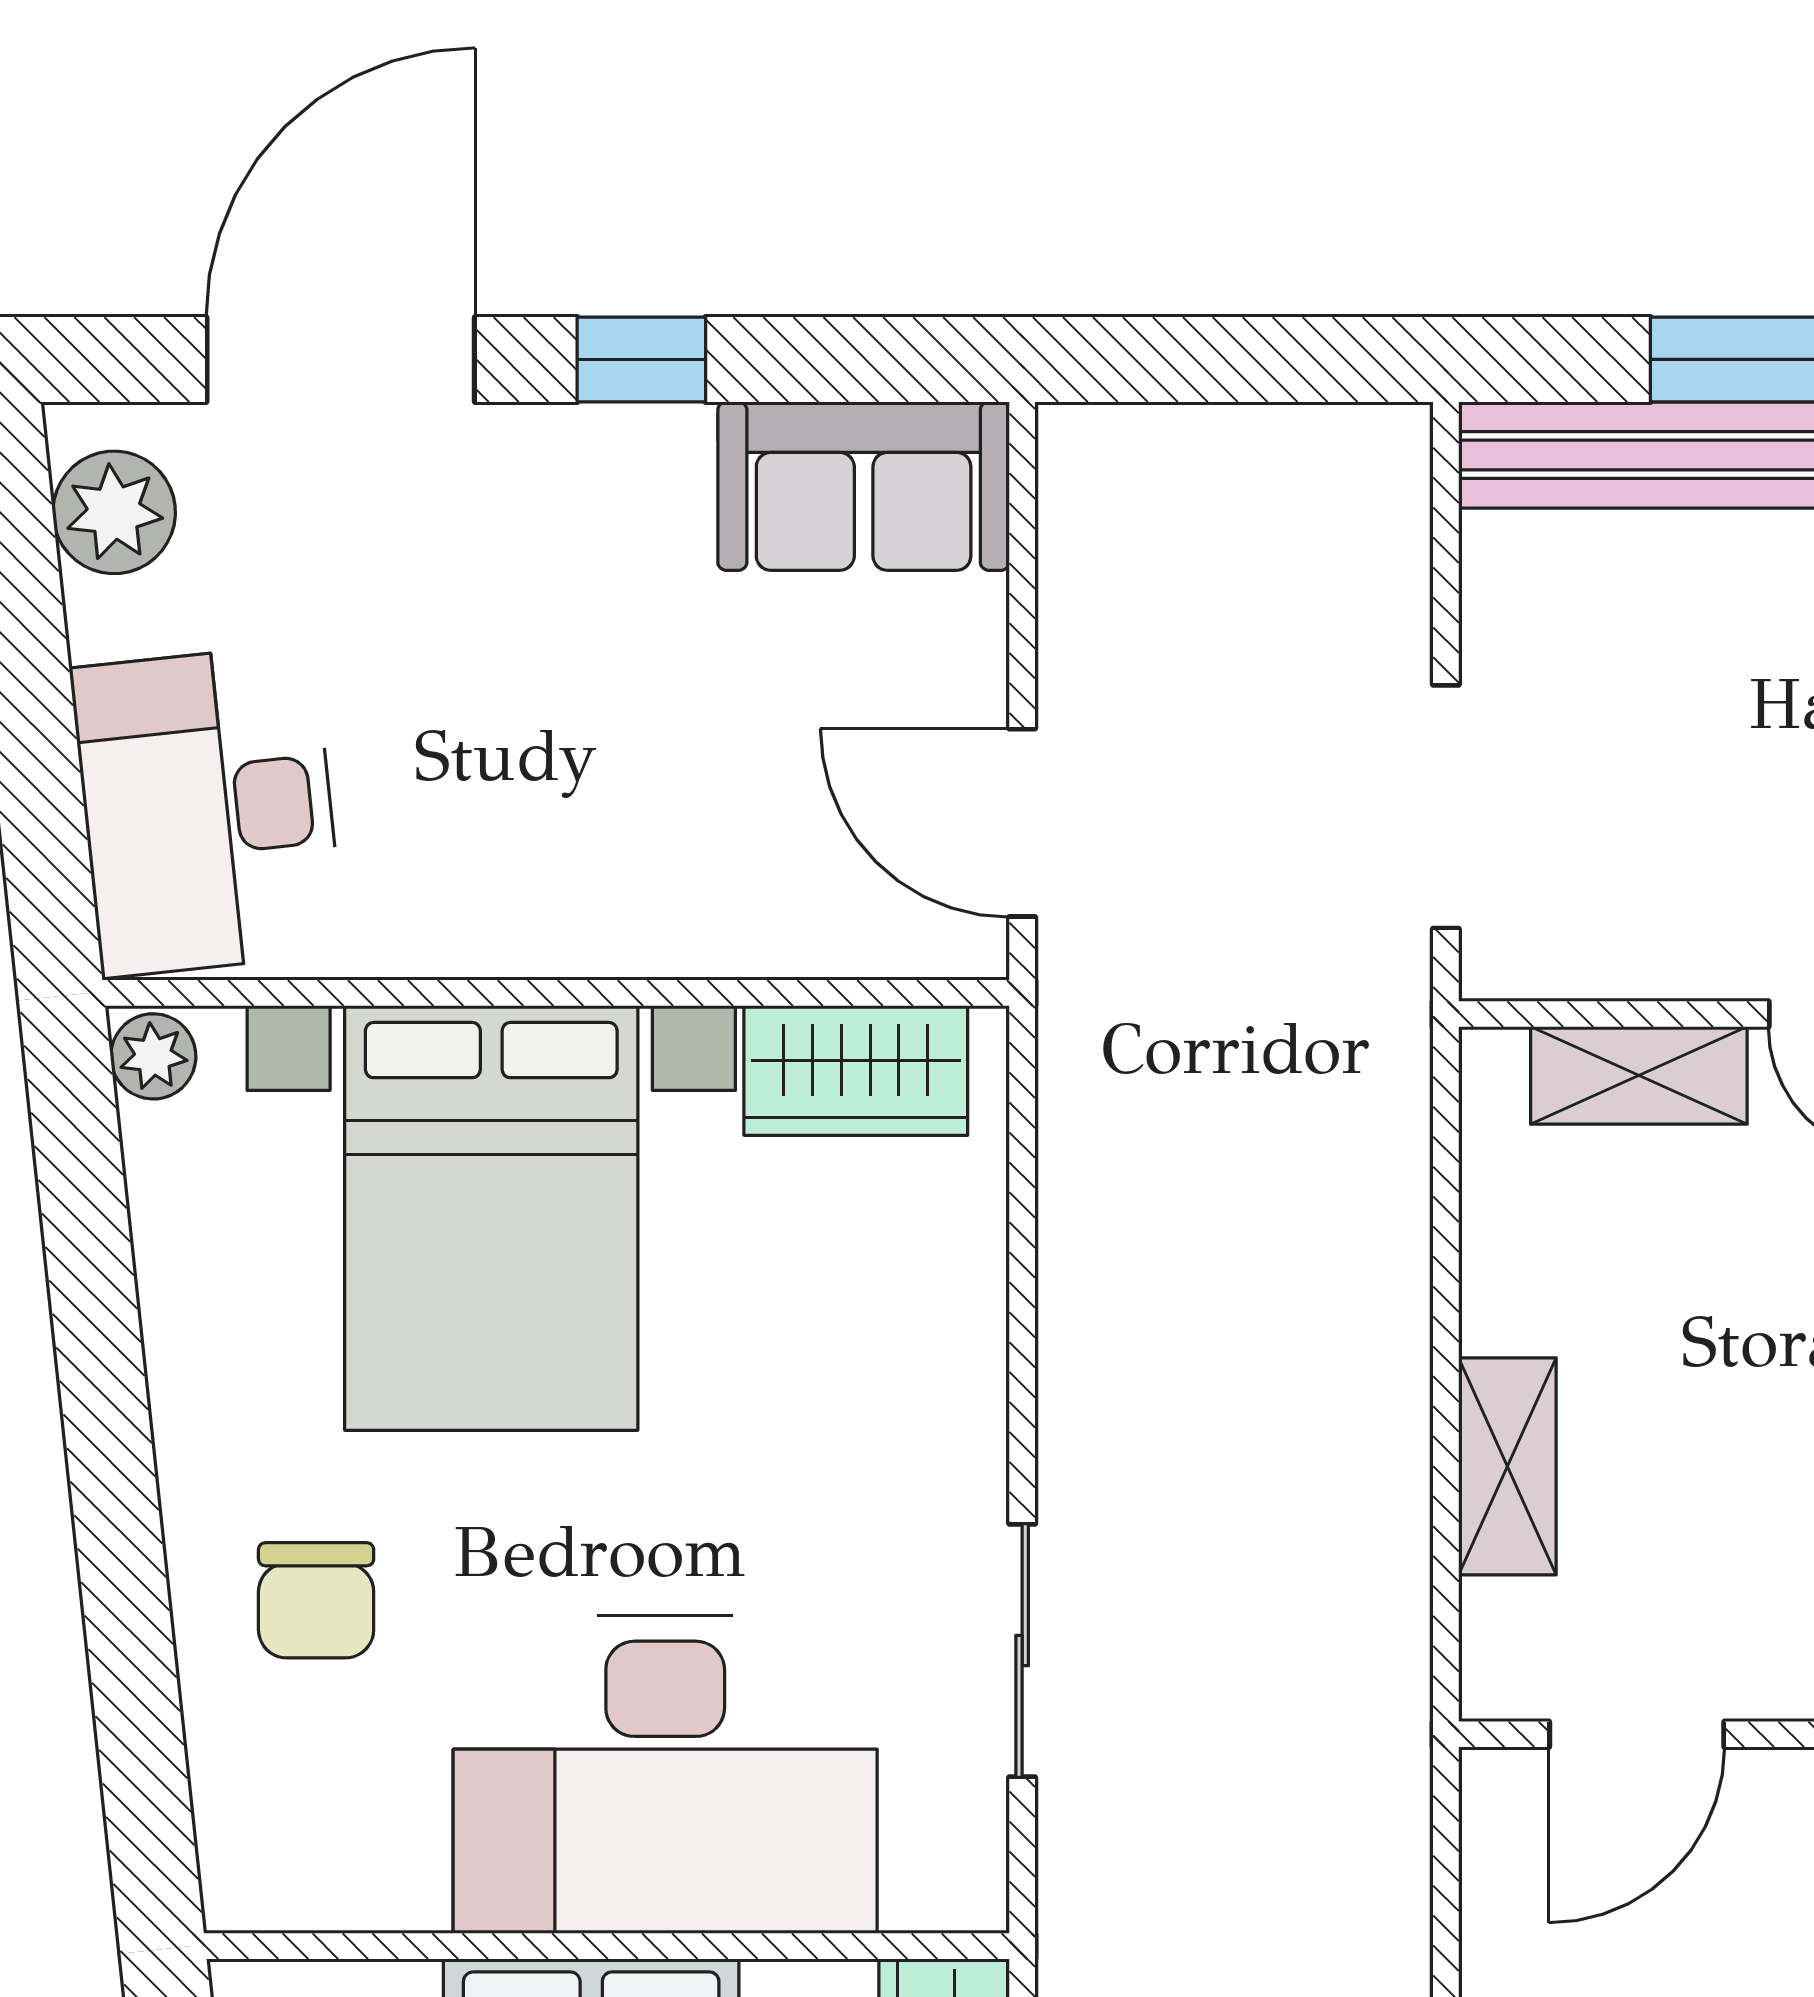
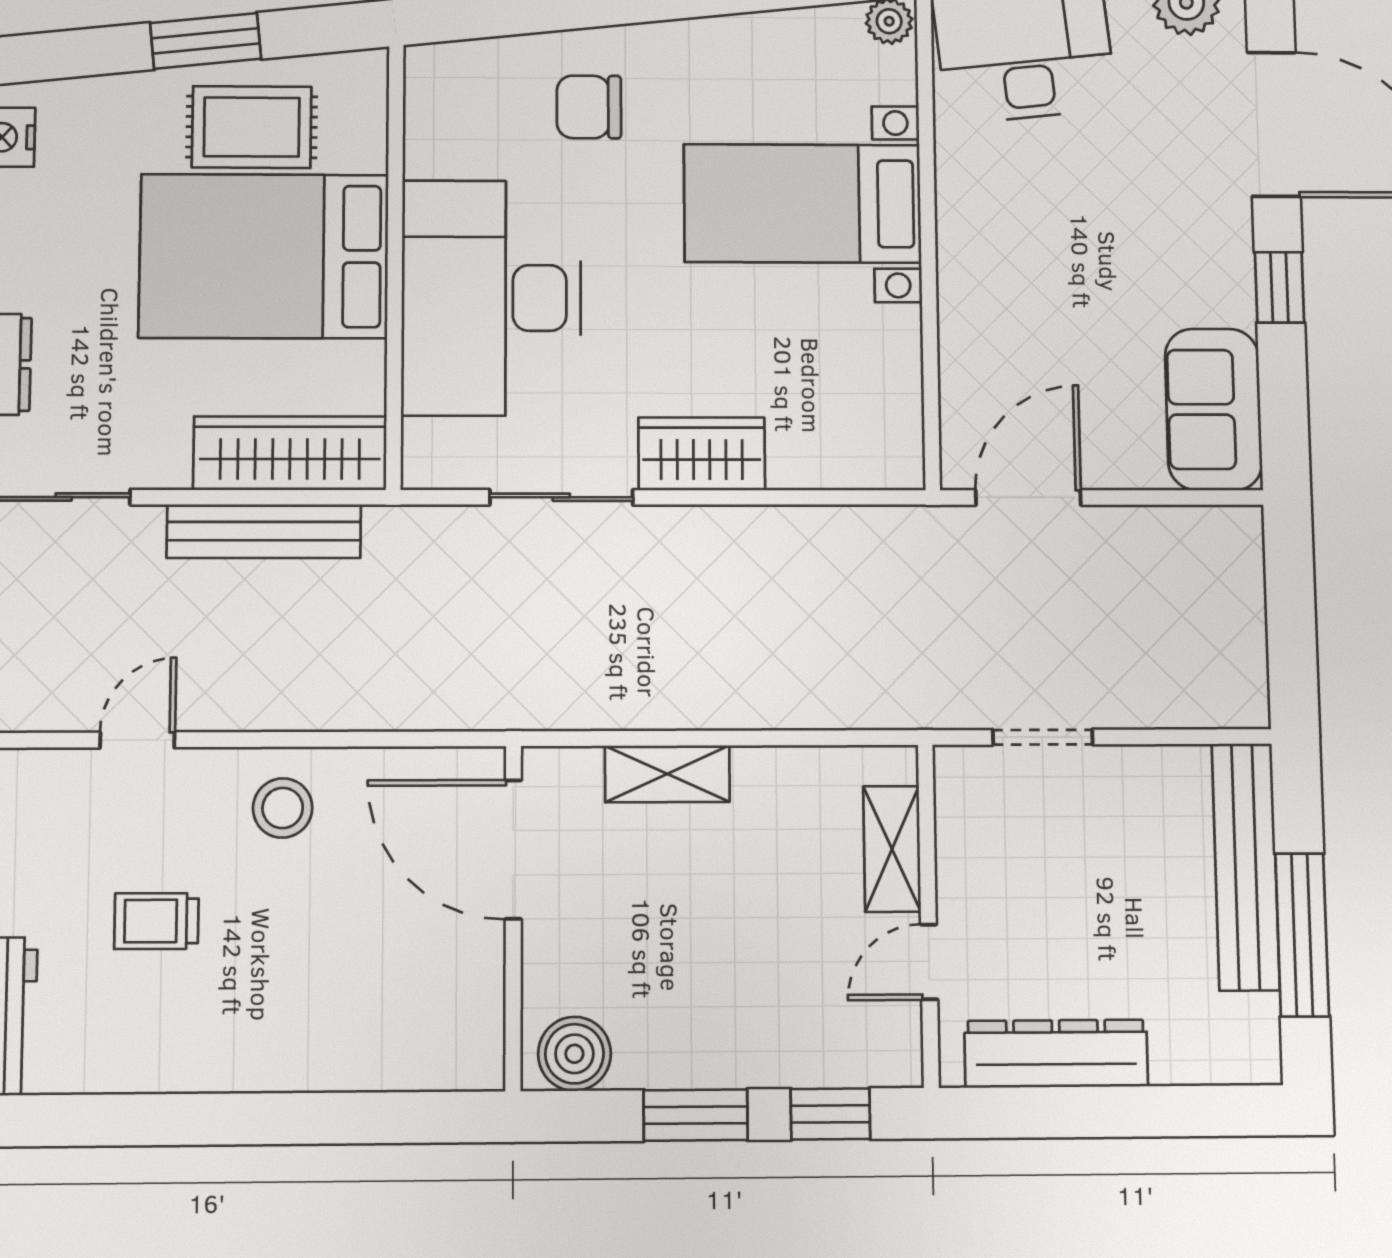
doorway: (1446, 807) -> (1043, 737), width x0.73
wardrobe: (856, 1070) -> (702, 454), moved, turned 90
bed with nightstands: (491, 1218) -> (802, 203), width x0.73
door: (1637, 1734) -> (513, 849), width x1.36

